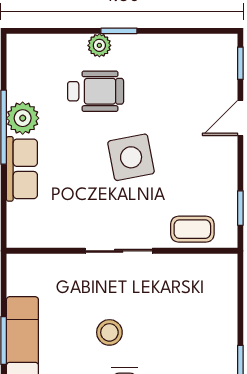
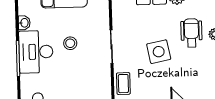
wheelchair: (96, 91) -> (191, 33), turned 180

